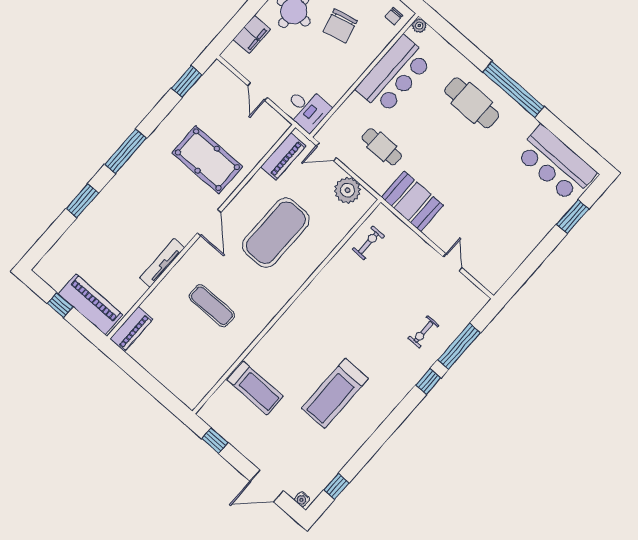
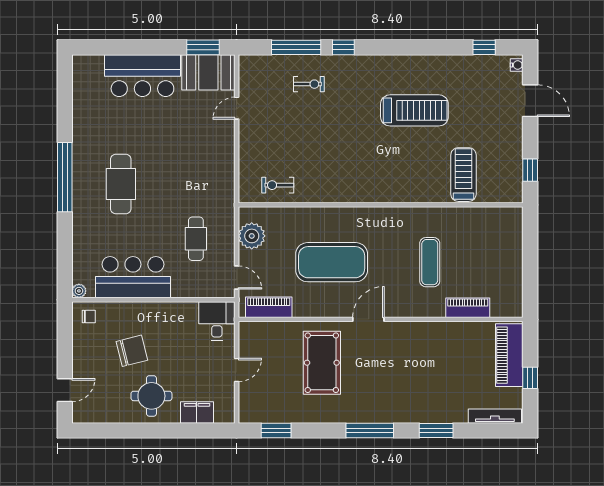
cafe table: (472, 103) -> (121, 184), moved
bar counter: (556, 163) -> (142, 76), moved, turned 90
booth: (412, 201) -> (208, 72), moved, turned 90
window: (573, 217) -> (203, 47), moved
tv unit: (162, 263) -> (495, 416), moved, turned 180
piano: (131, 329) -> (468, 308), moved

